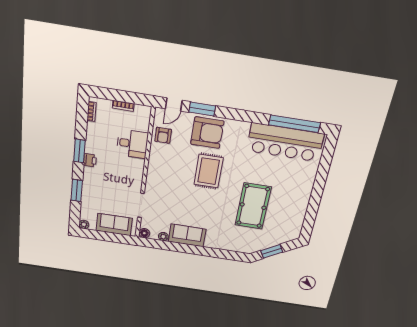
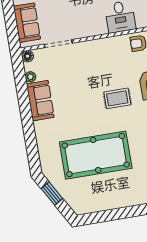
rug: (209, 171) -> (117, 98), width x0.73, depth x0.70
pool table: (253, 206) -> (96, 155), width x1.36, depth x1.32

